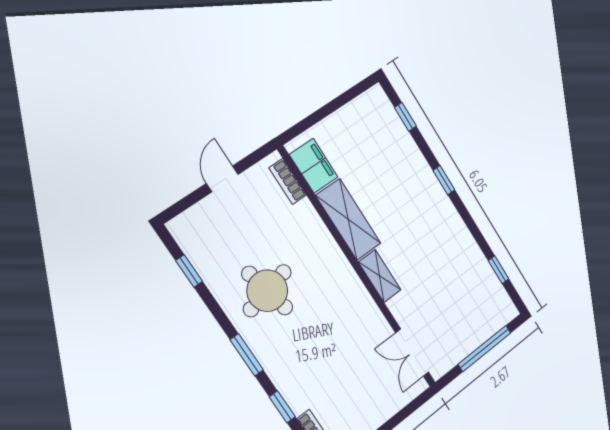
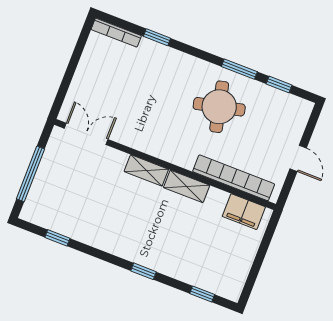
bookcase: (288, 182) -> (234, 178), width x2.31, depth x1.31
shelving: (348, 219) -> (187, 186), width x0.67, depth x0.75
window: (247, 355) -> (239, 69), moved

